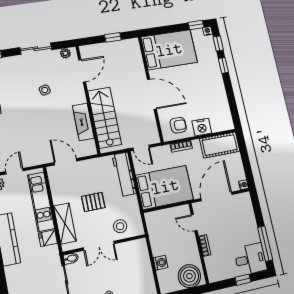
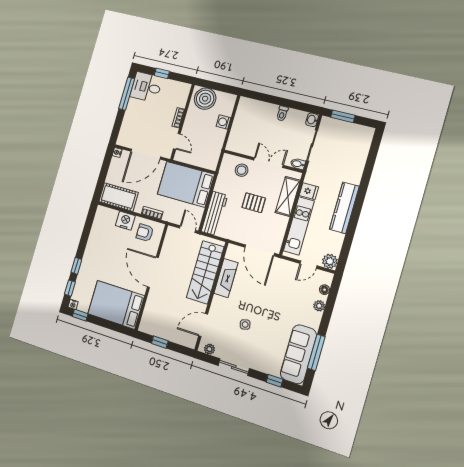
door: (66, 162) -> (260, 250), width x1.36

